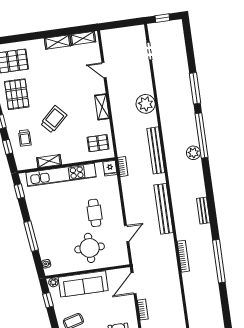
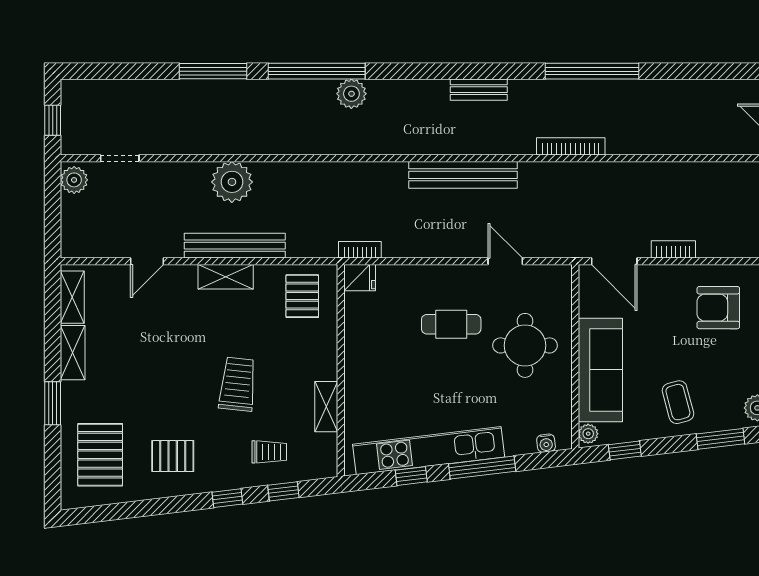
plant: (137, 32) -> (74, 180), added
window: (33, 36) -> (53, 403), added
pallet: (17, 94) -> (173, 456), width x0.67, depth x0.71
trolley: (54, 119) -> (238, 384), turned 49
bench: (156, 150) -> (235, 246), moved
kitchen unit: (61, 175) -> (429, 451), moved, turned -97
window: (19, 191) -> (411, 476), moved

